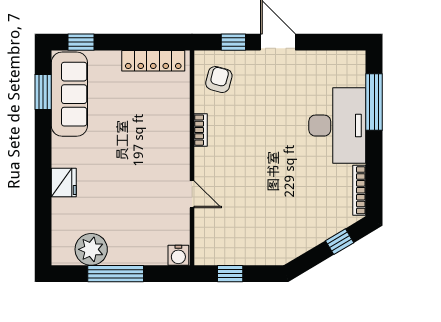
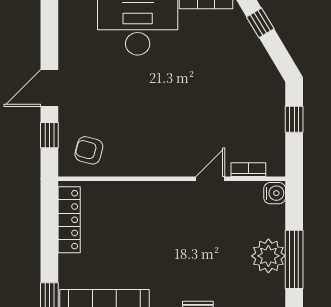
bookcase: (201, 130) -> (248, 170), moved
plant: (91, 249) -> (268, 256), moved
window: (230, 274) -> (294, 119), moved

